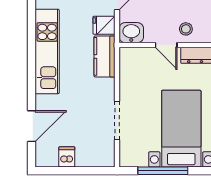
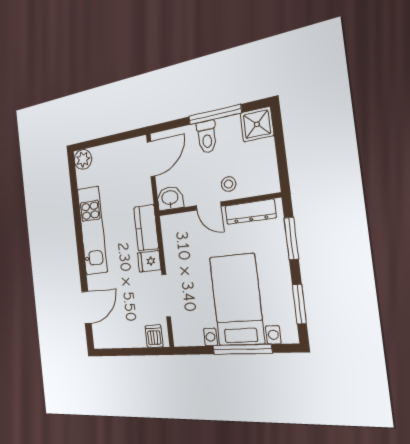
fridge: (104, 25) -> (149, 261), moved
dishwasher: (67, 157) -> (154, 336), moved
window: (163, 171) -> (242, 349), moved

